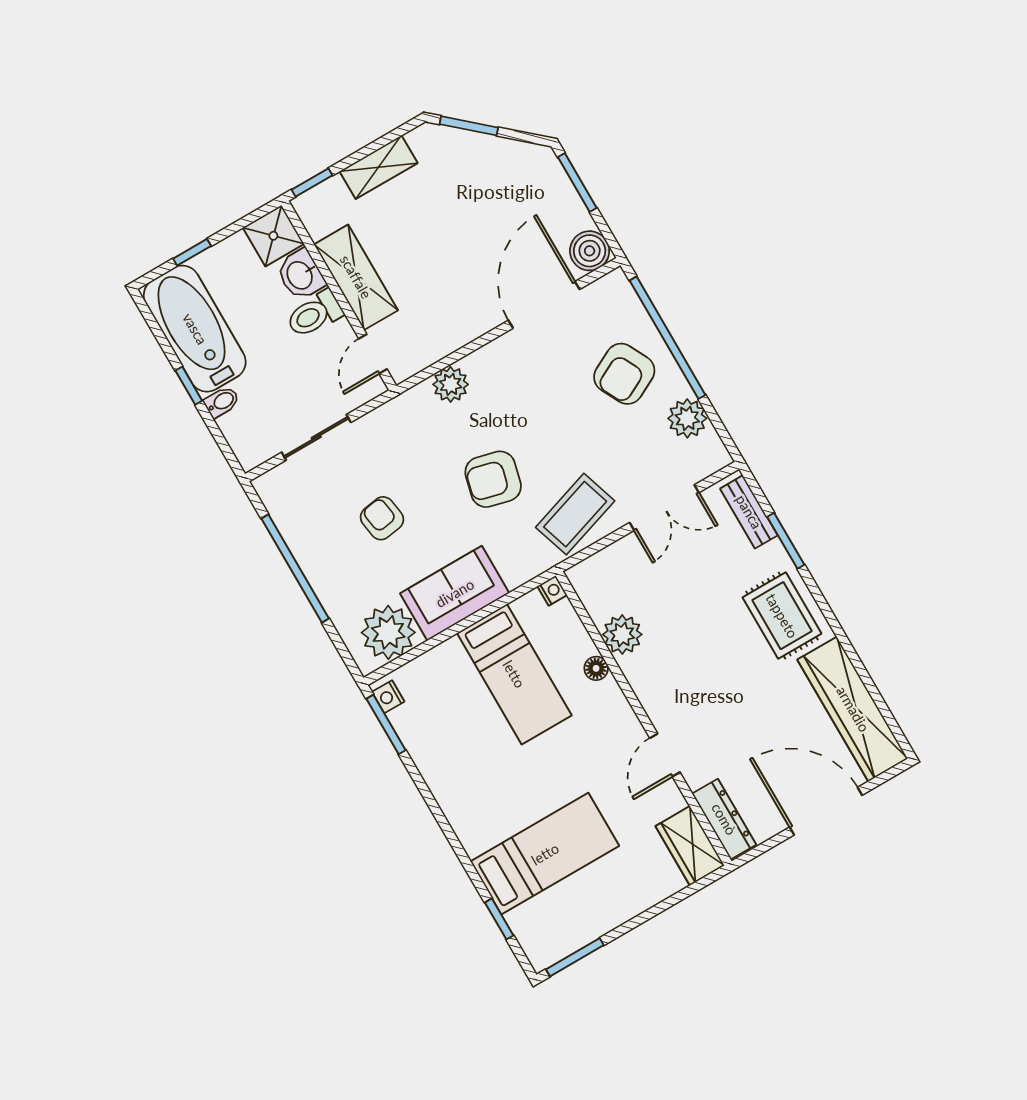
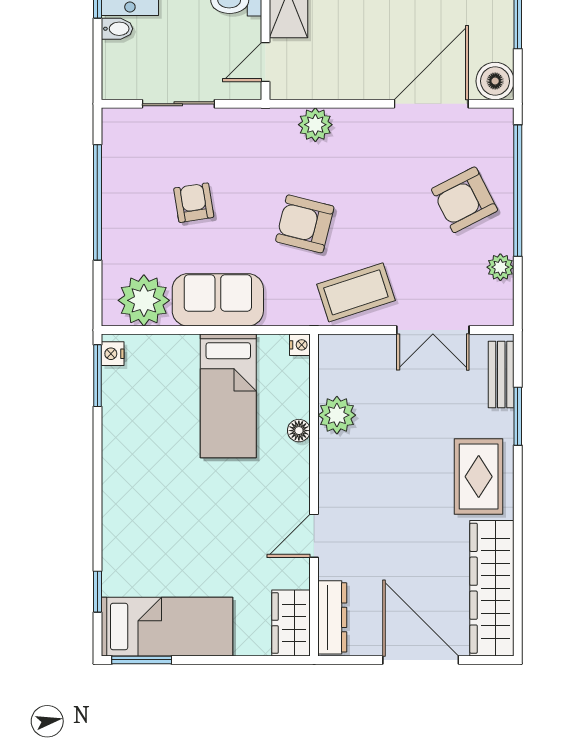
plant: (687, 418) -> (500, 267), width x0.73, depth x0.73
bed: (545, 854) -> (167, 627), moved

